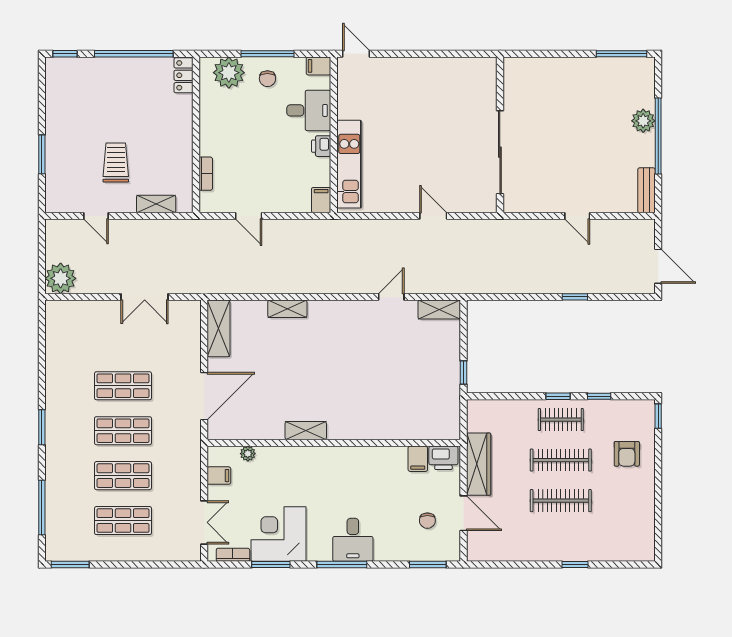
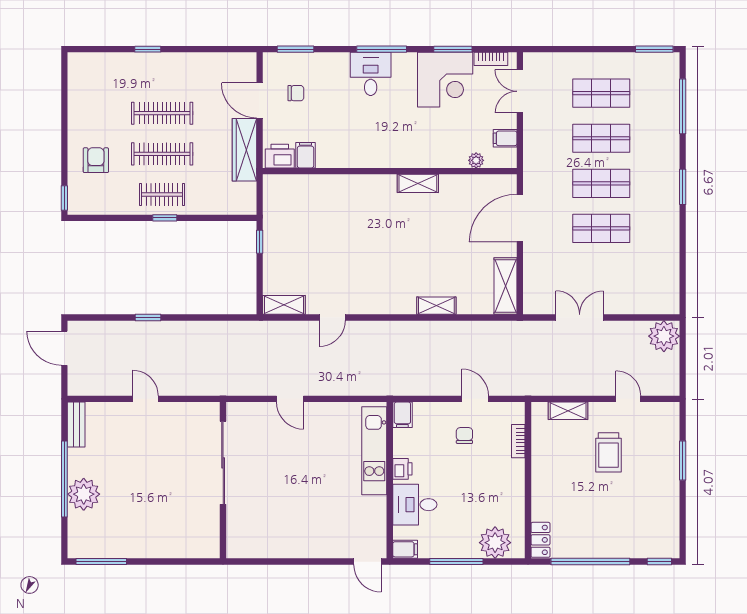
chair: (267, 79) -> (464, 436), moved
plant: (643, 121) -> (84, 494), width x1.36, depth x1.36
window: (599, 396) -> (124, 218), removed
chair: (427, 521) -> (296, 93), turned 90

